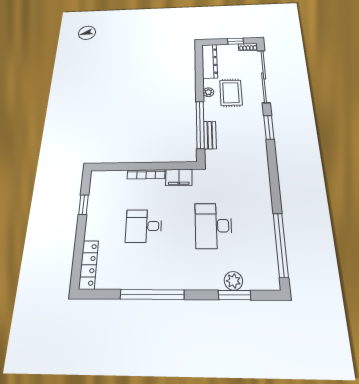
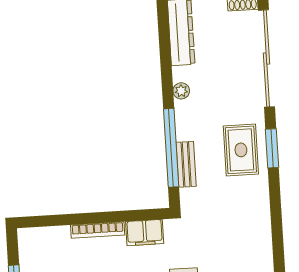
rug: (231, 93) -> (241, 150), moved

